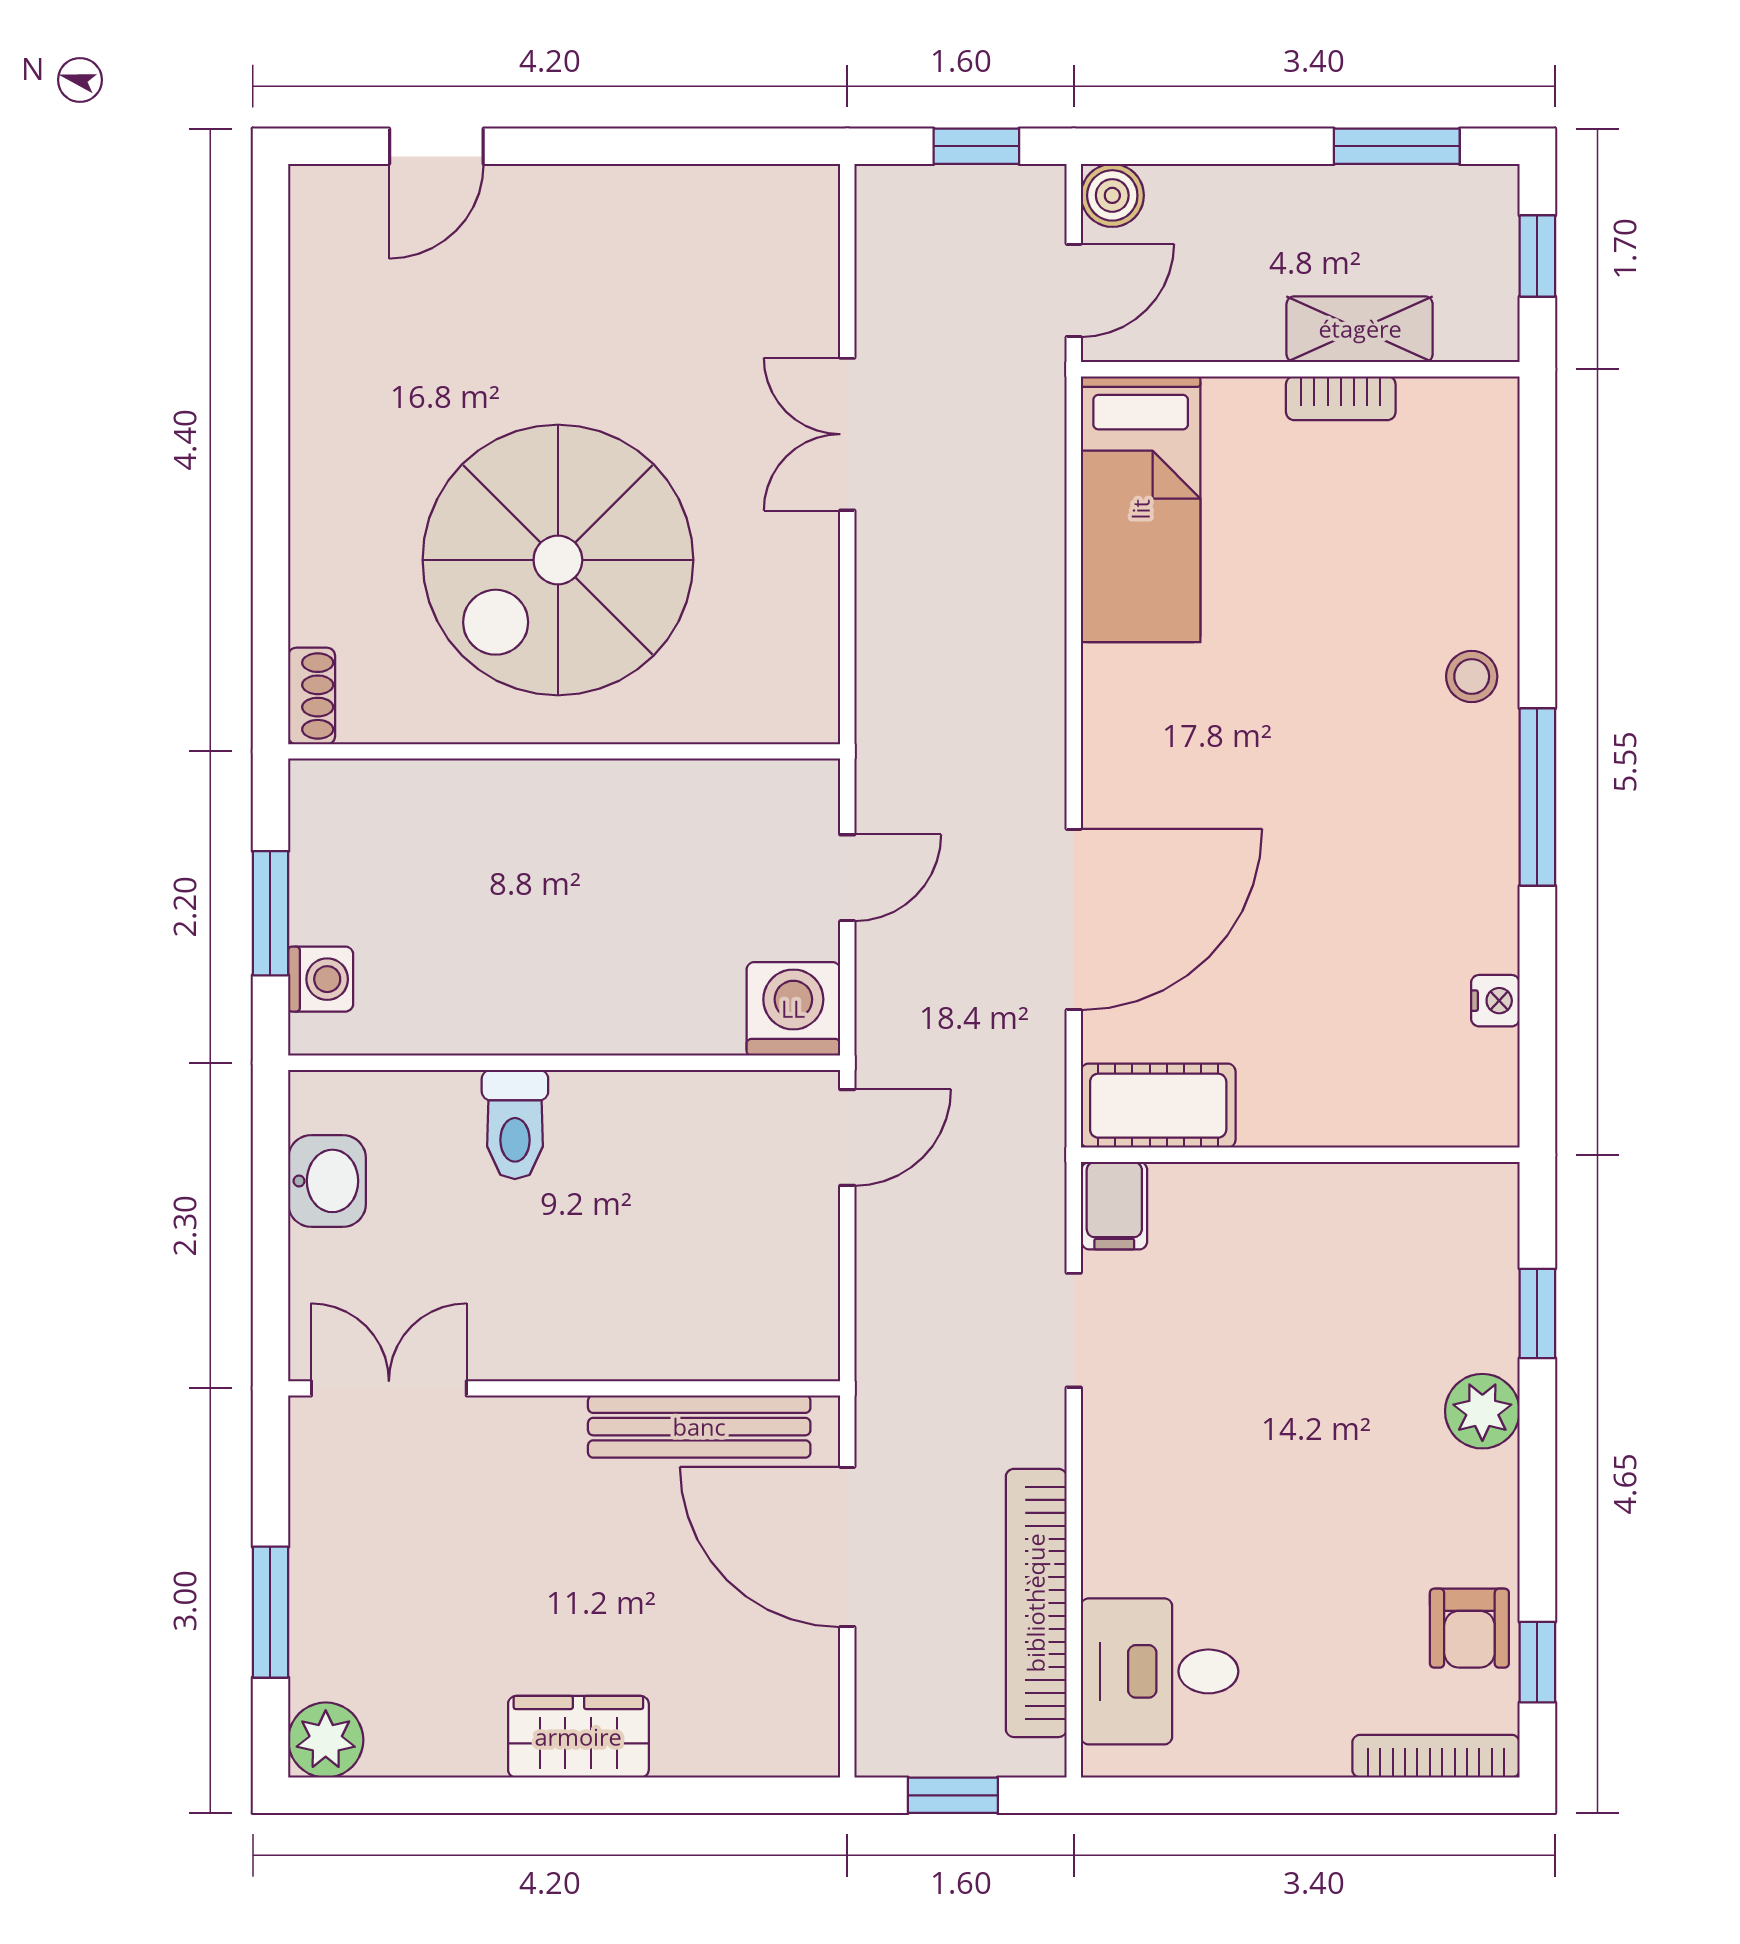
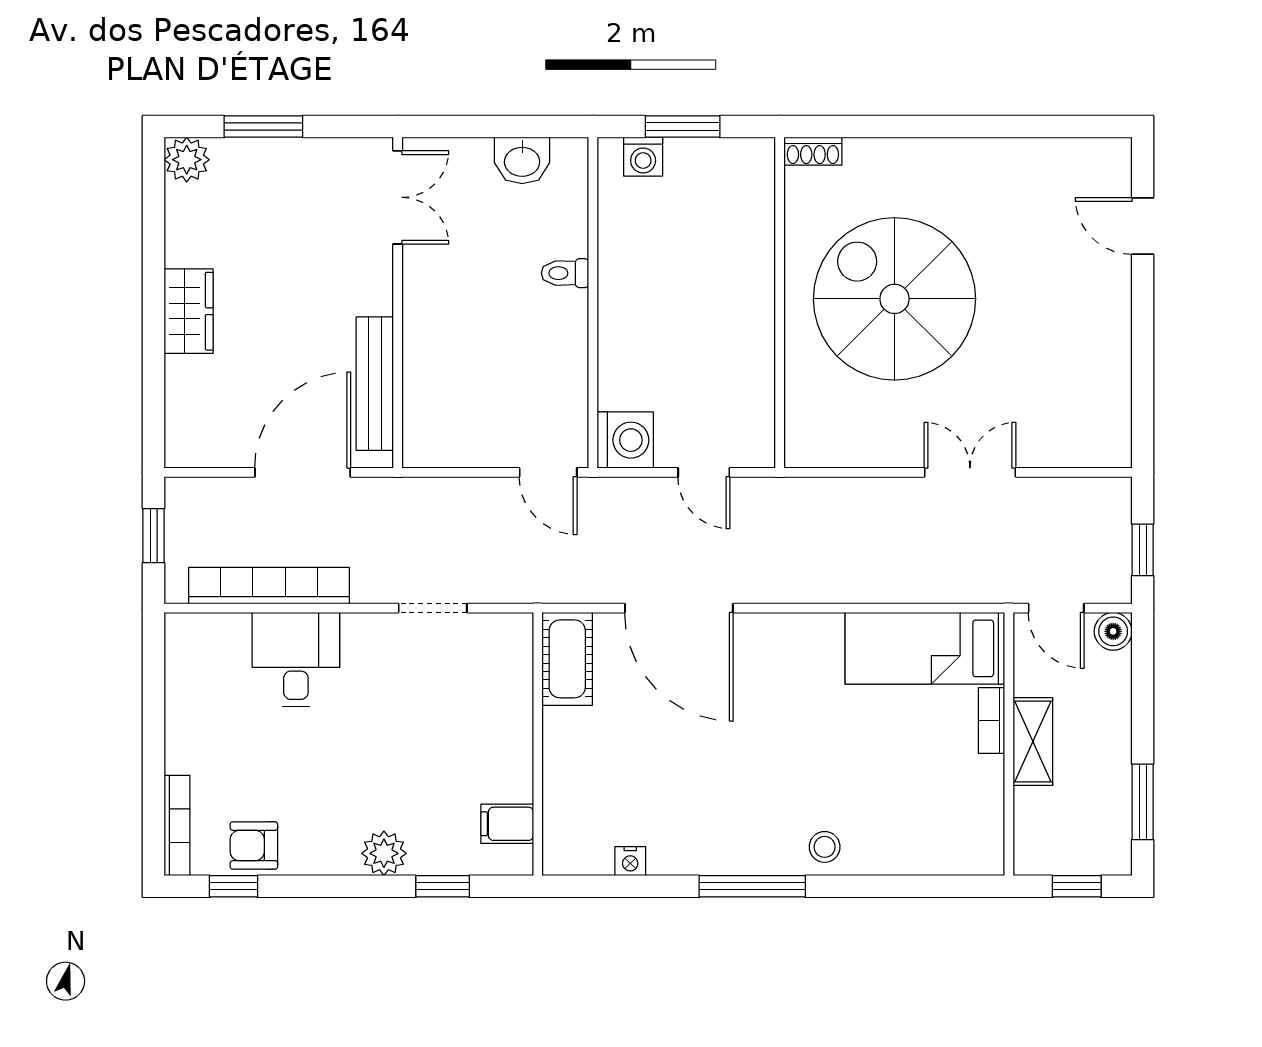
shelving: (1360, 329) -> (1033, 742), moved
bookcase: (1341, 398) -> (992, 720), moved
toilet: (515, 1125) -> (565, 273), width x0.73, depth x0.72
filing cabinet: (1114, 1206) -> (507, 824), moved
desk: (1160, 1671) -> (296, 660), moved

